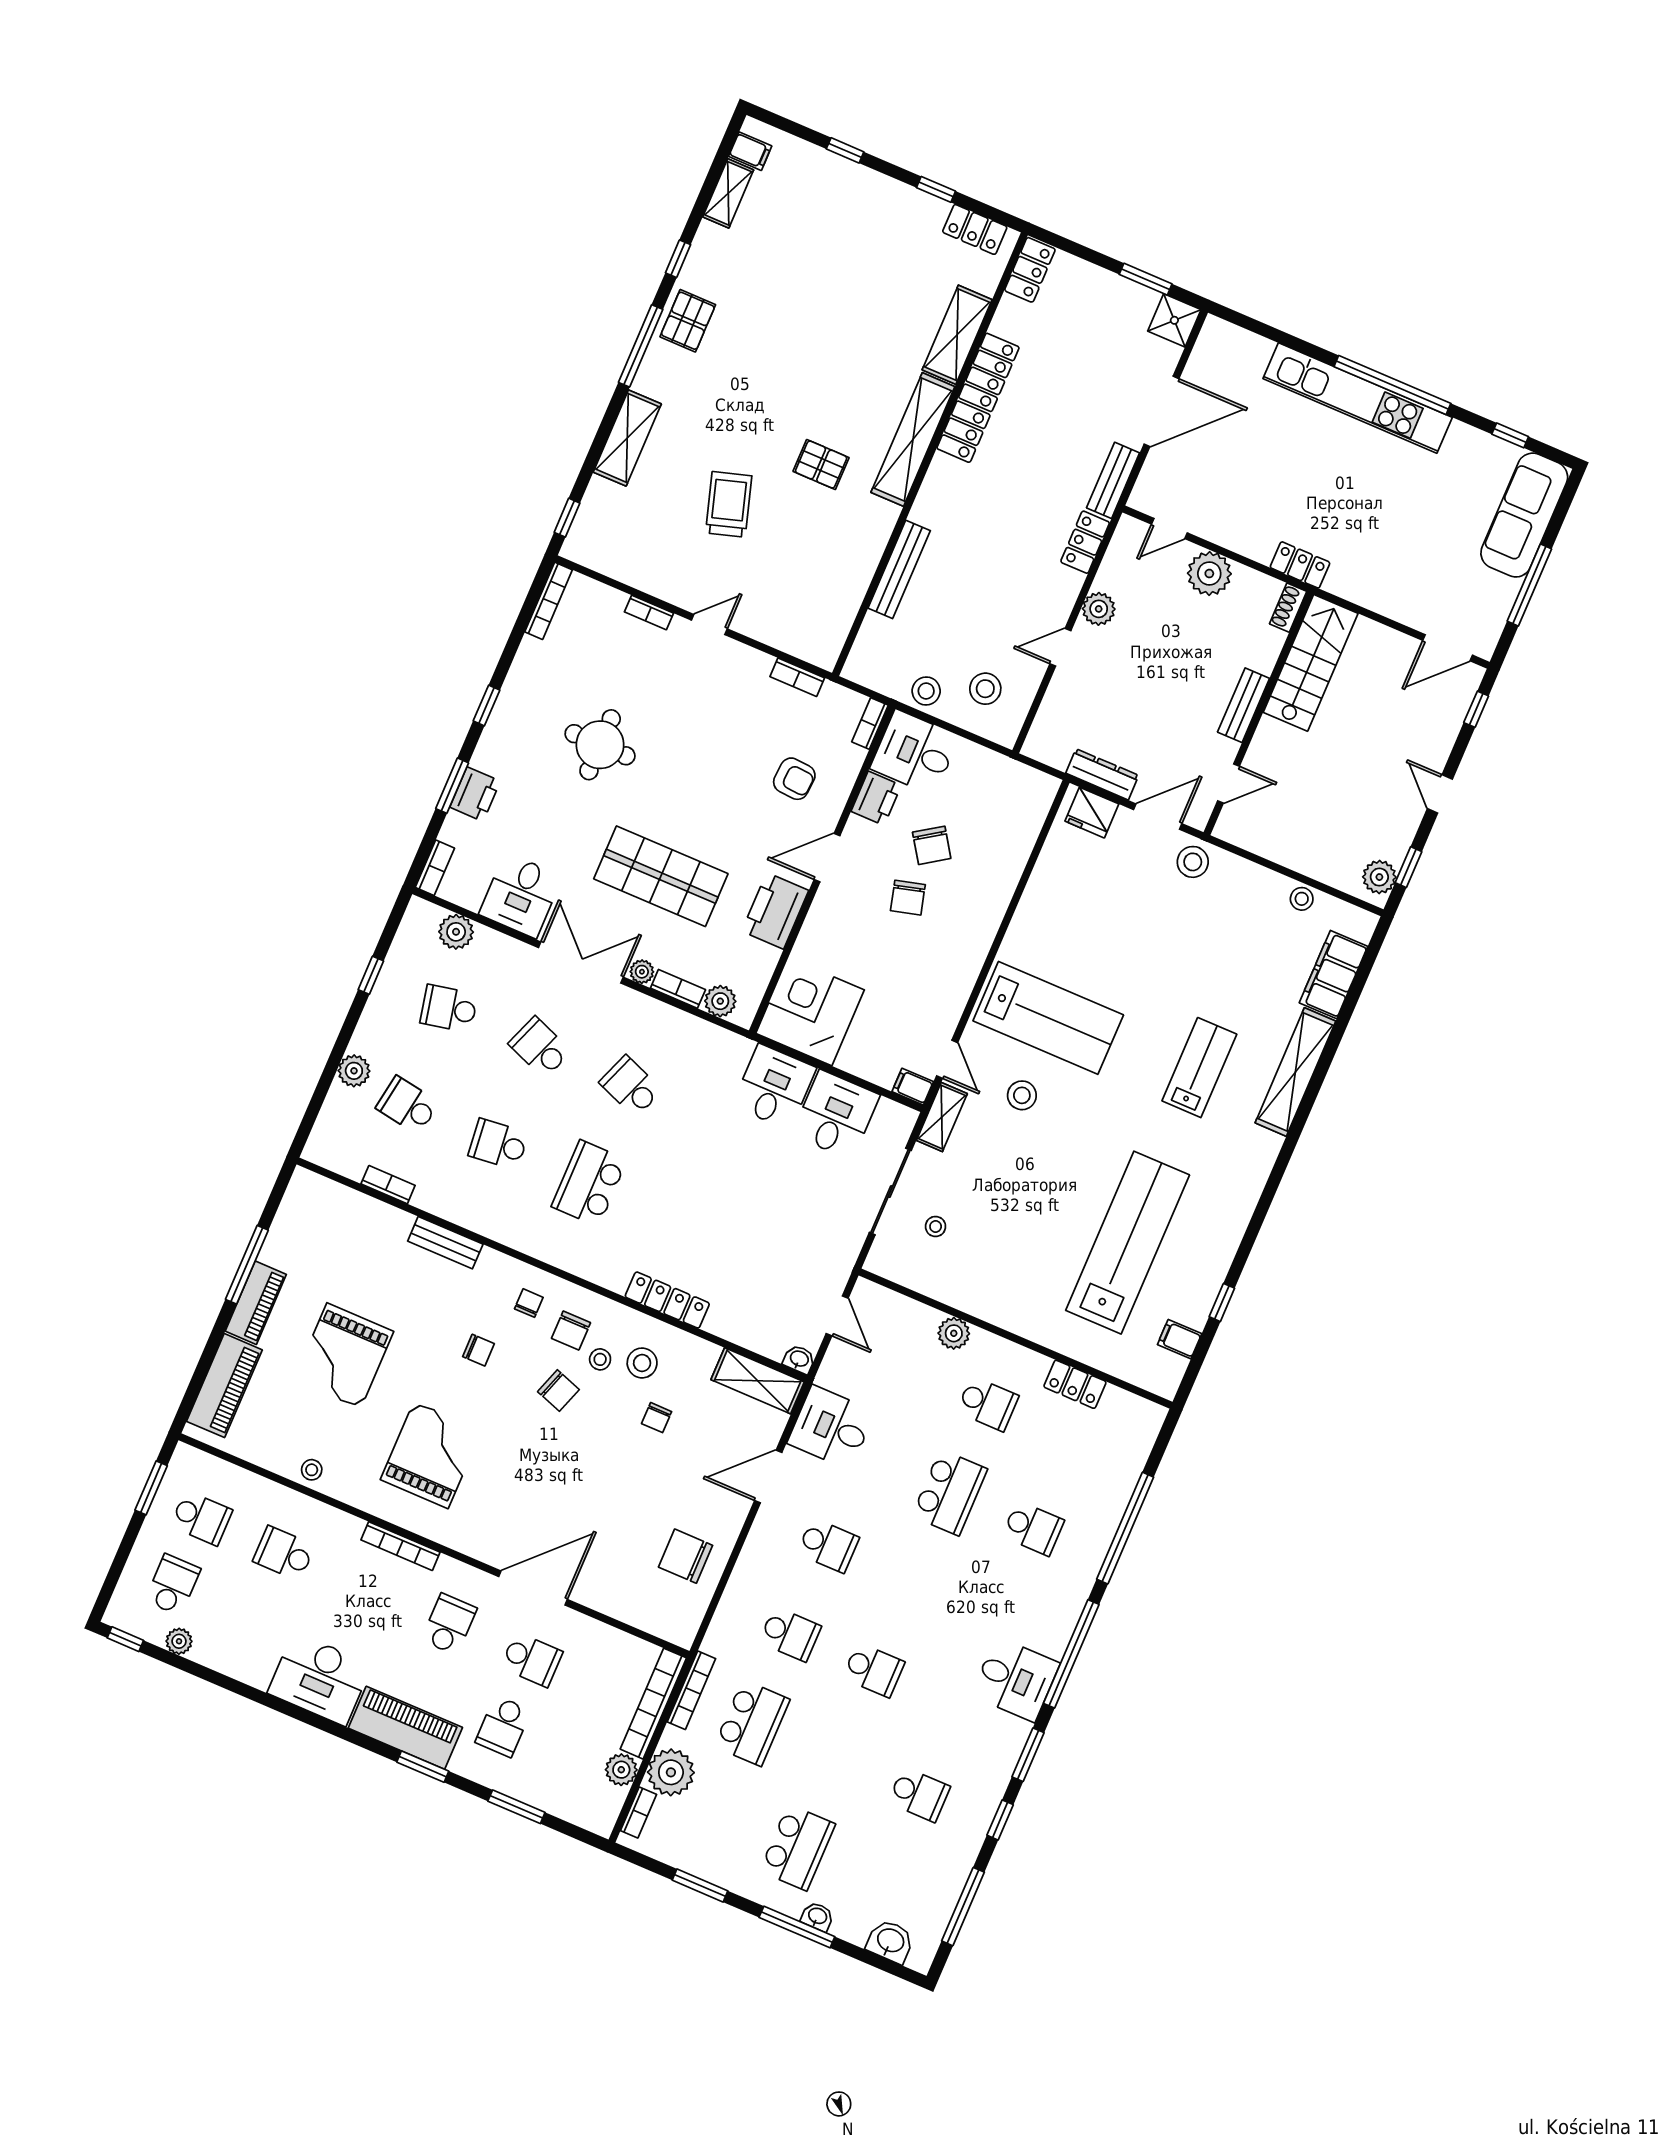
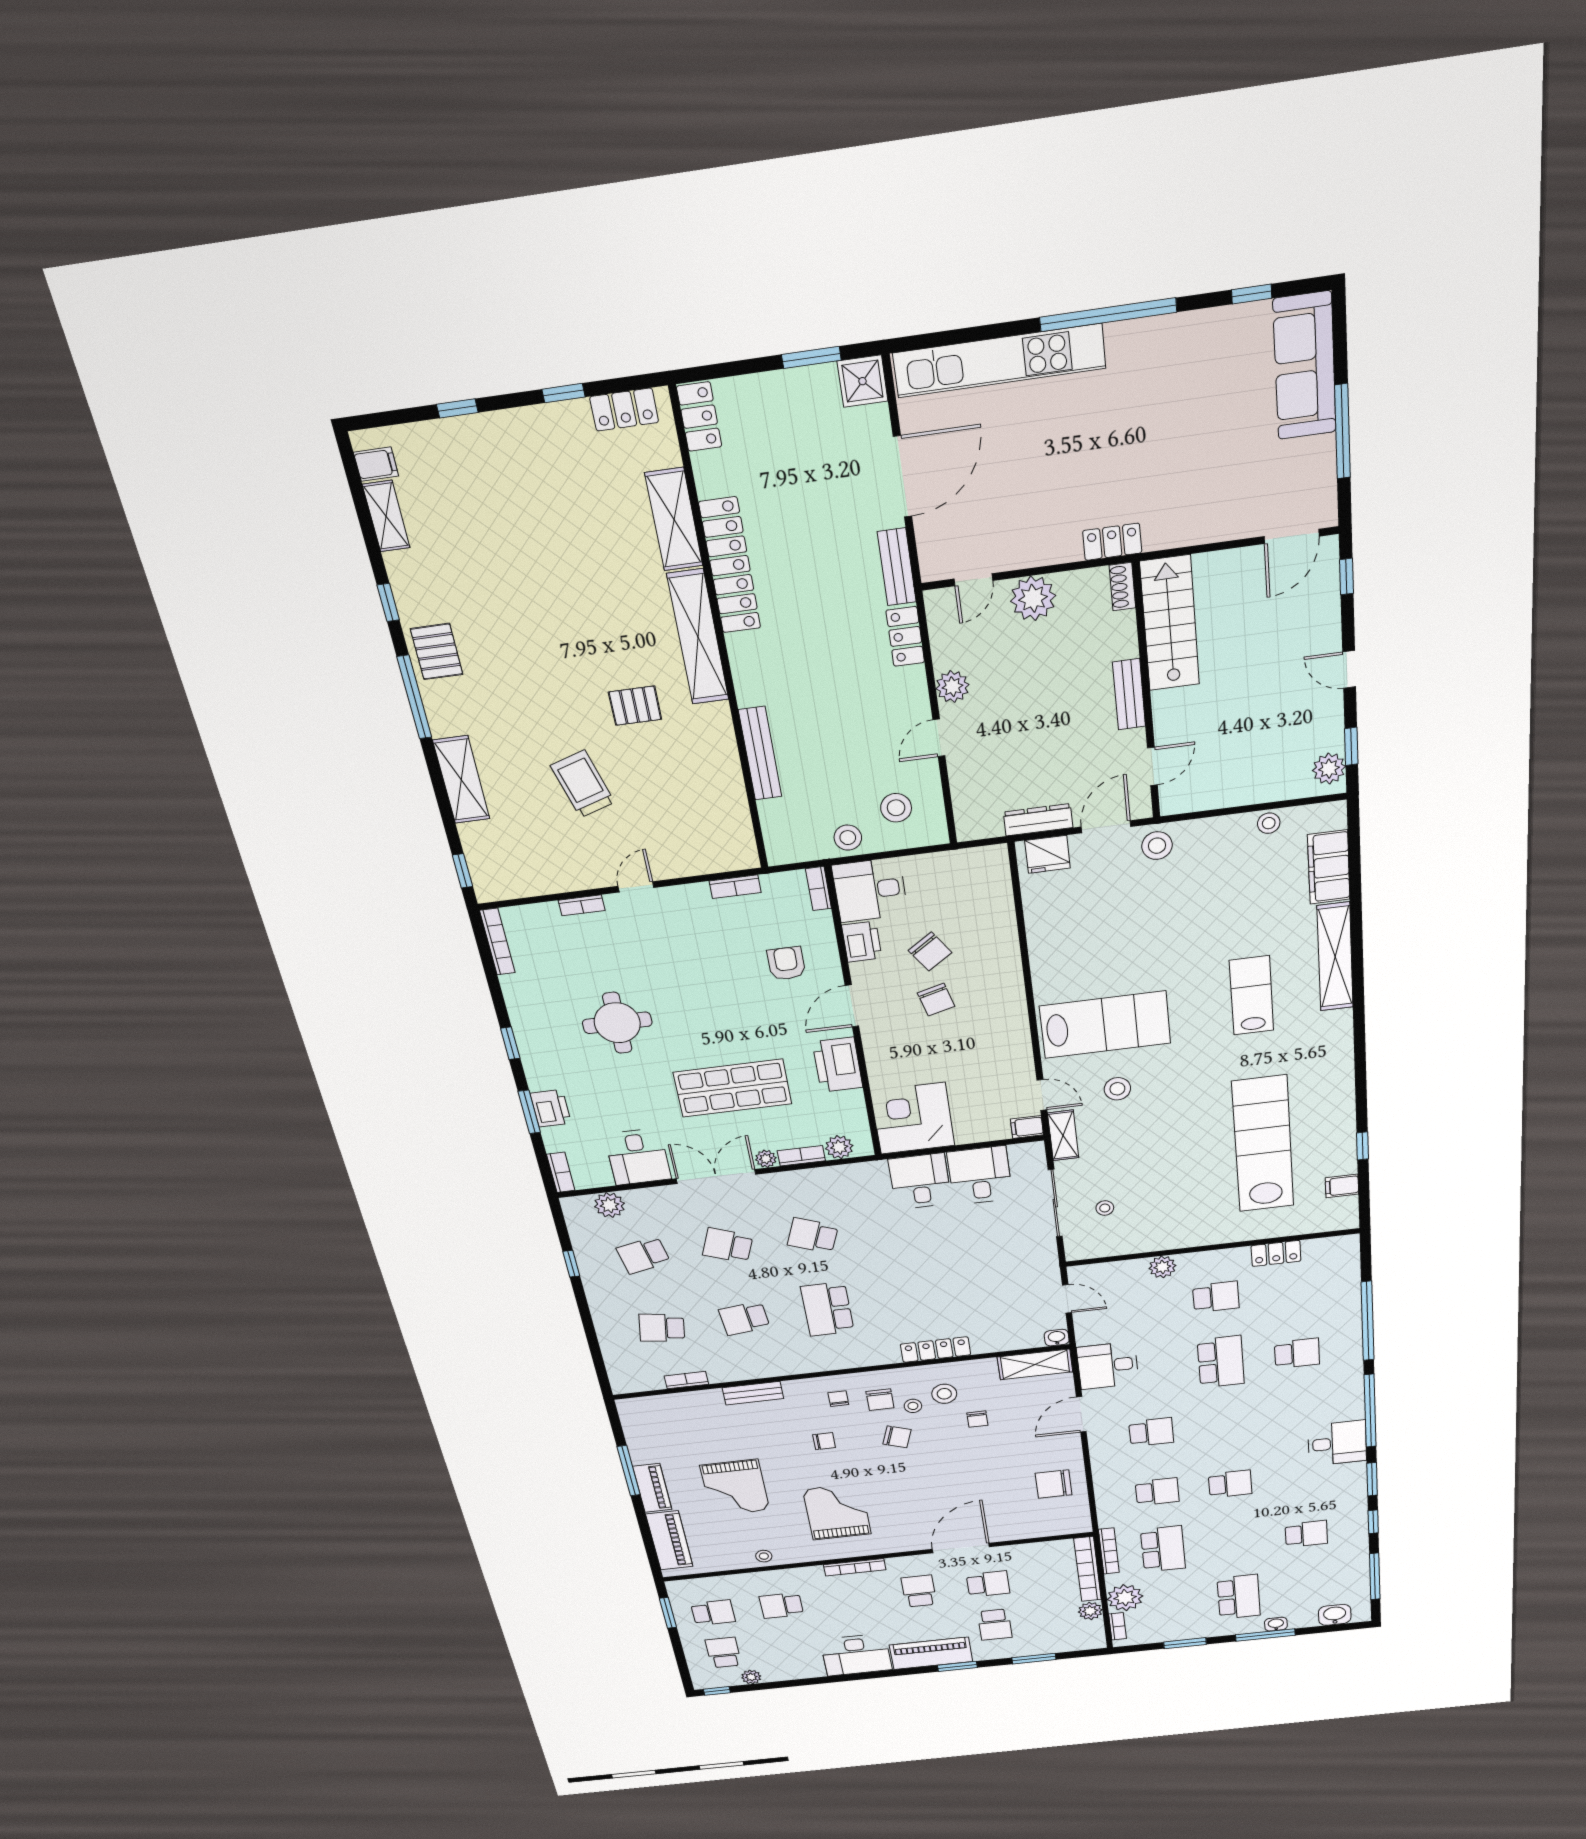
kitchen unit: (1358, 398) -> (999, 361), moved
armchair: (794, 779) -> (786, 963), turned -94
plant: (354, 1071) -> (608, 1327), removed

